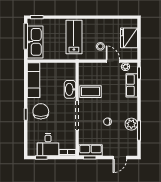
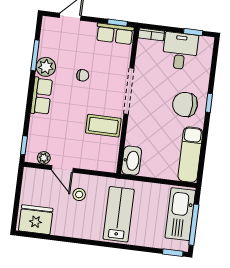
lab bench: (74, 37) -> (119, 214), turned 180
fridge: (129, 38) -> (36, 220), moved, turned -90
row of seats: (132, 85) -> (41, 96), moved
washbasin: (70, 89) -> (132, 161), moved
chair: (41, 111) -> (185, 104), turned 91

